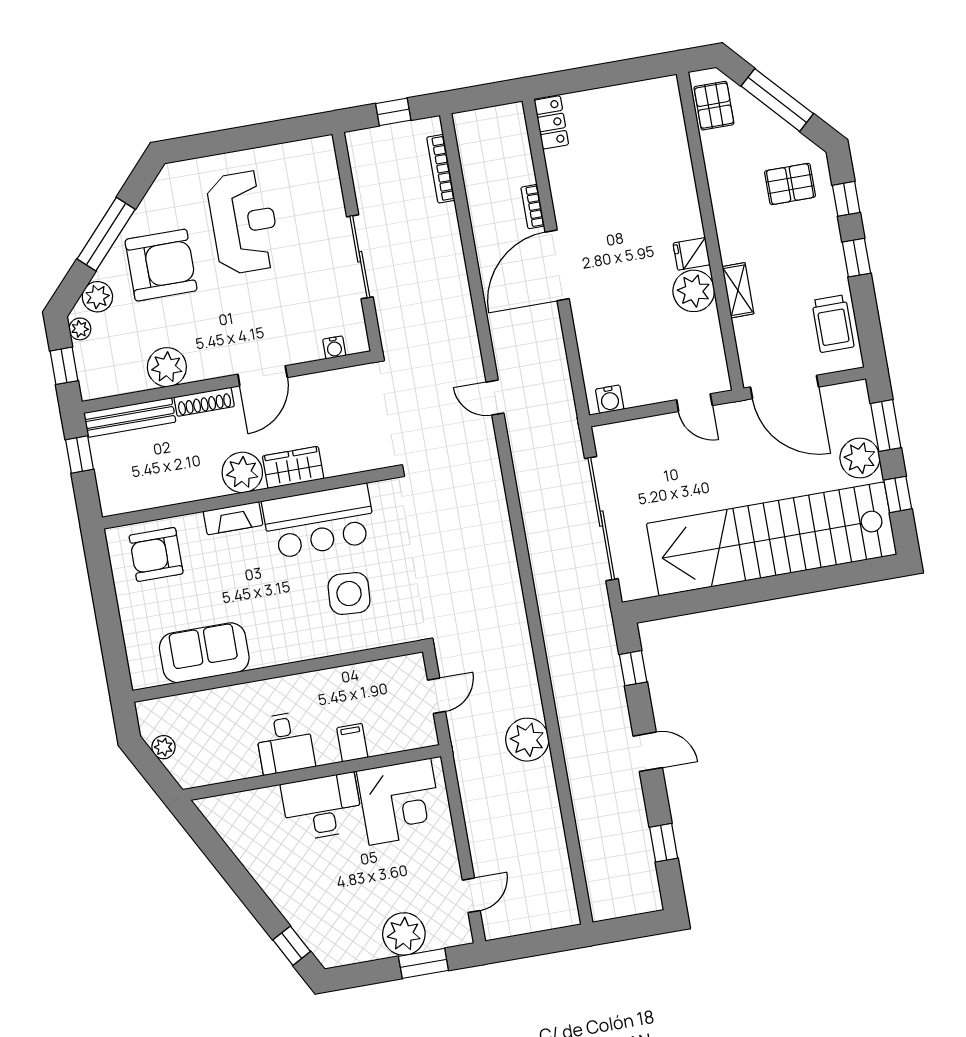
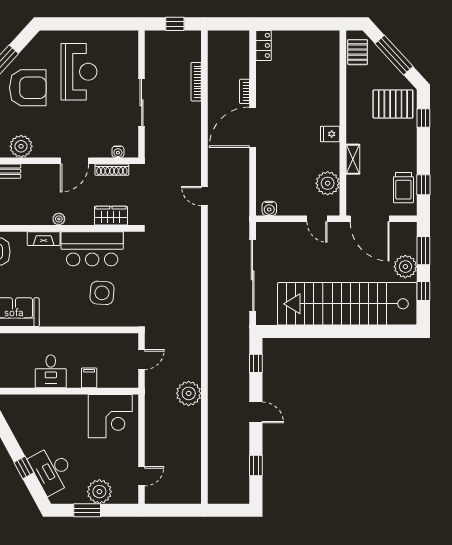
bookcase: (441, 169) -> (196, 82), moved
pallet: (790, 184) -> (393, 104), width x1.50, depth x1.42
window: (856, 258) -> (423, 185), moved
plant: (694, 291) -> (328, 183), moved
shoe rack: (204, 402) -> (112, 170), moved
wardrobe: (293, 467) -> (111, 216), moved
plant: (242, 472) -> (59, 219), width x0.53, depth x0.53
desk: (322, 807) -> (52, 470), moved, turned -118
window: (292, 946) -> (24, 467), moved
window: (423, 963) -> (87, 510), moved

